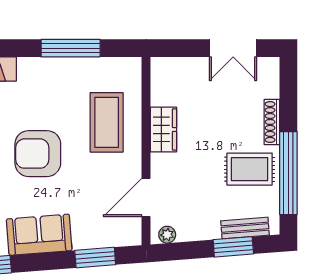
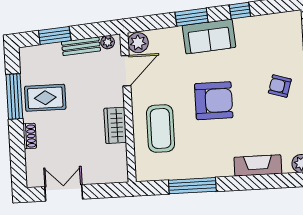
shoe rack: (272, 122) -> (30, 136), width x0.70
window: (288, 173) -> (14, 96), width x0.68
bench: (245, 228) -> (81, 46), moved
plant: (129, 232) -> (138, 43), added
window: (95, 258) -> (192, 17), moved

